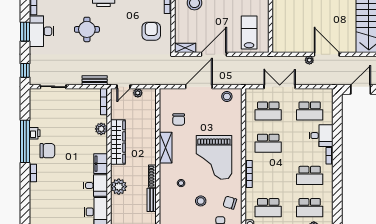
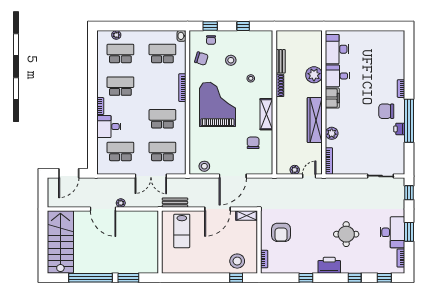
bench: (95, 80) -> (175, 203), moved

